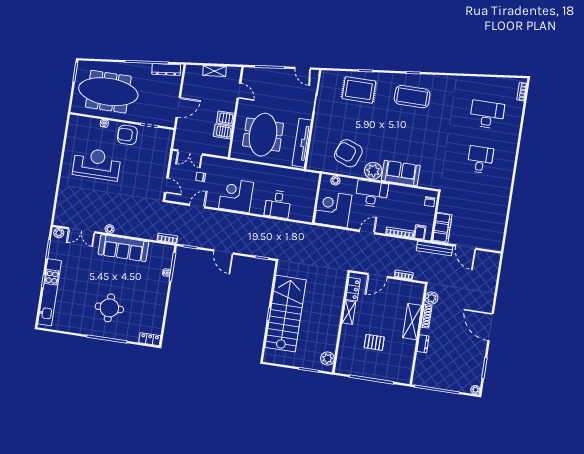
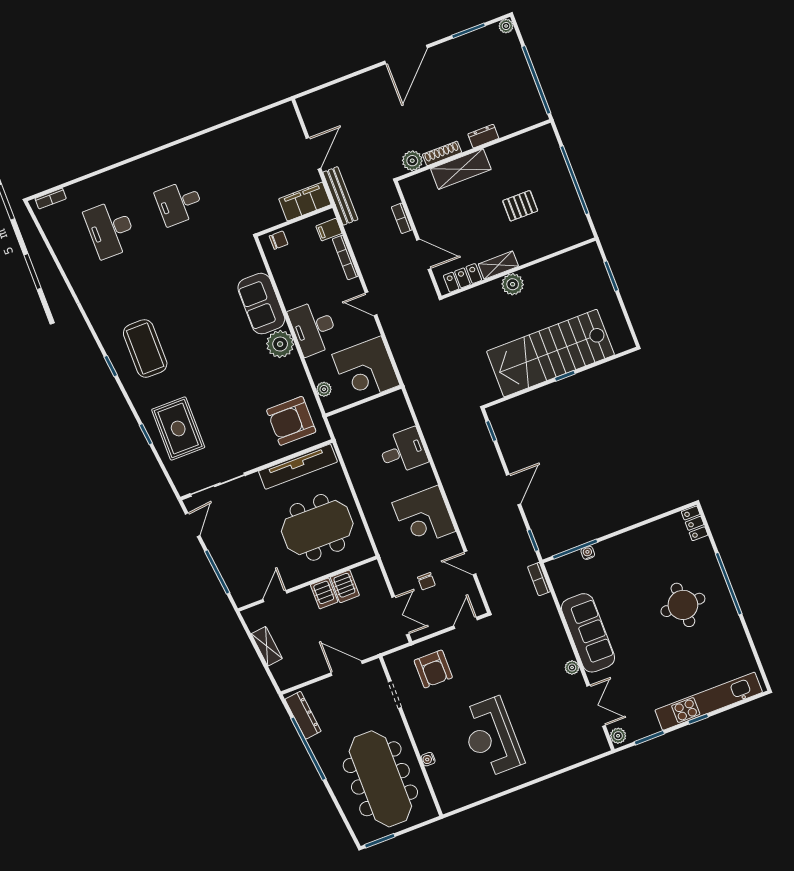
armchair: (127, 135) -> (433, 669), moved
armchair: (348, 153) -> (291, 421), moved, turned 70
pallet: (374, 342) -> (520, 206), turned 90
plant: (327, 358) -> (513, 284), moved

